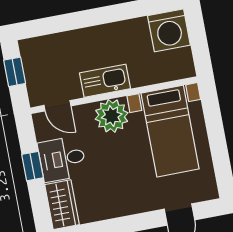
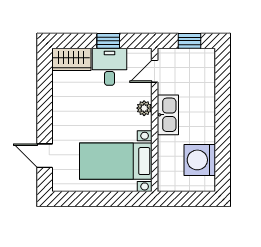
washing machine: (169, 30) -> (200, 160), moved
plant: (112, 116) -> (144, 108), width x0.53, depth x0.53

